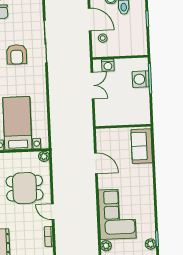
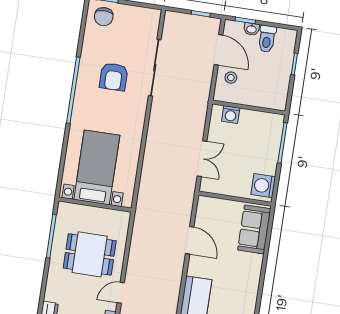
washing machine: (141, 79) -> (263, 186), moved
double door: (93, 85) -> (202, 159), moved
plant: (44, 156) -> (123, 218), removed
door: (53, 212) -> (121, 293), hinge flipped

